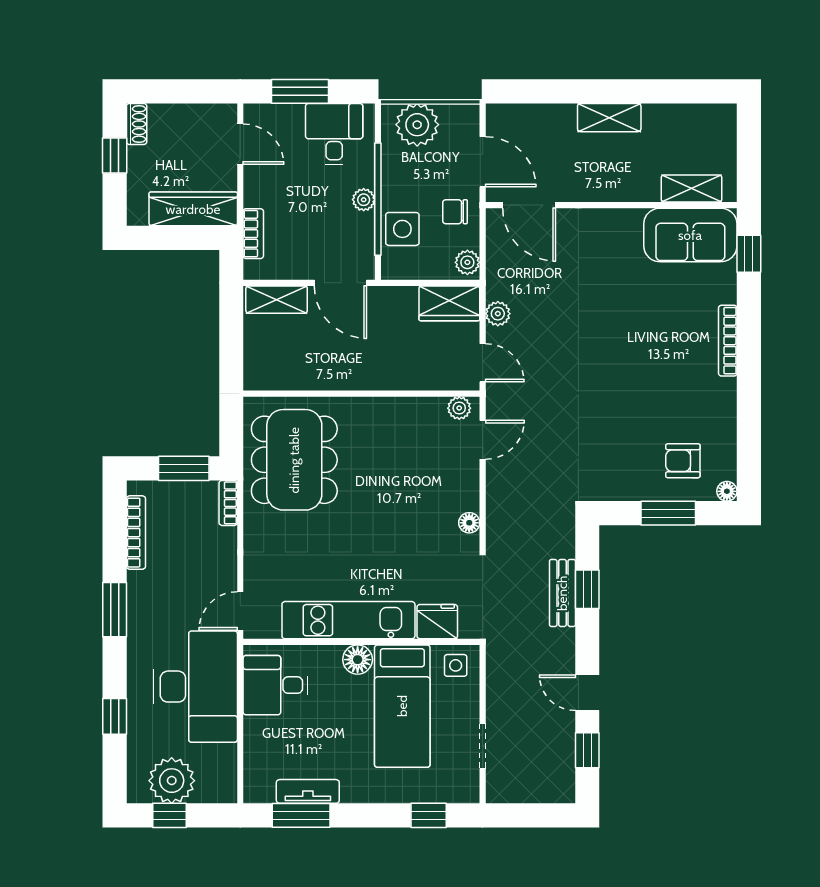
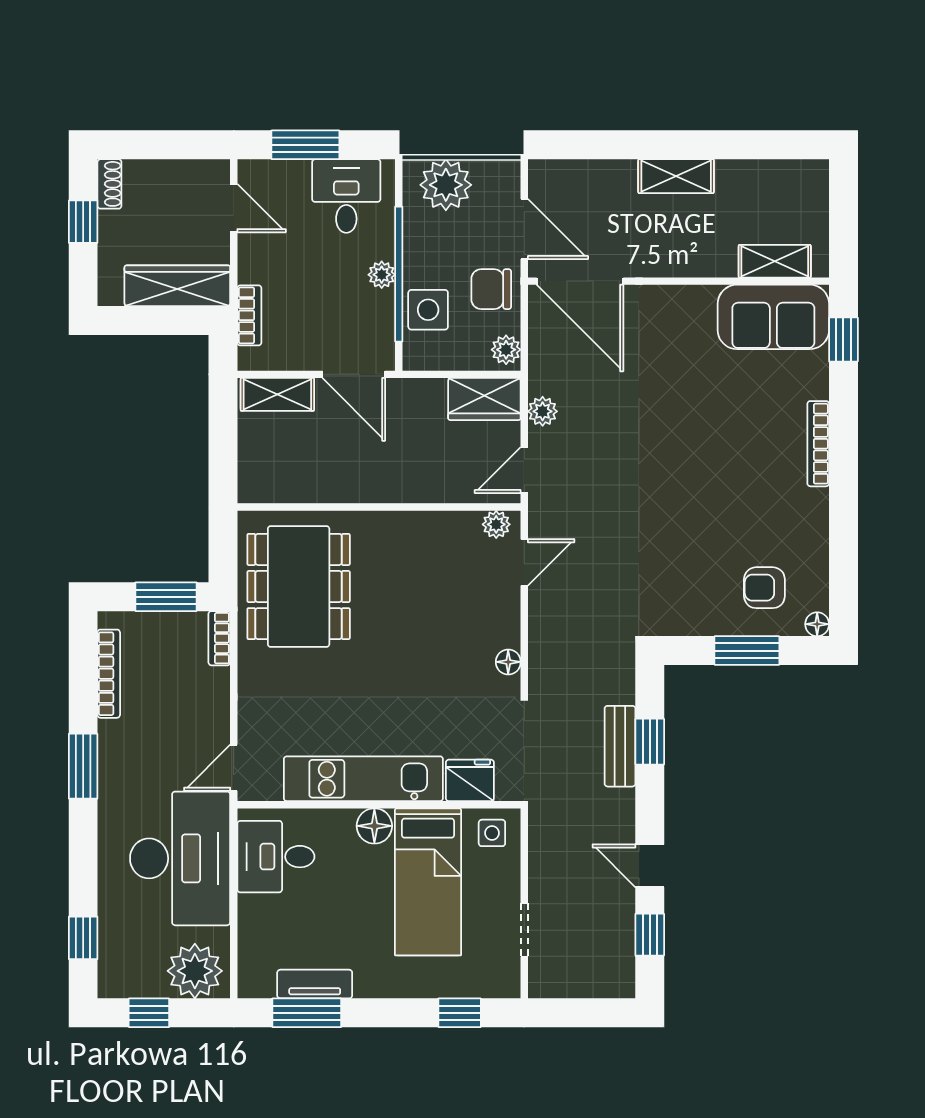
door: (529, 205) -> (580, 281), width x1.36
chair: (455, 212) -> (491, 289), width x1.37, depth x1.37
door: (483, 363) -> (524, 470), swing flipped
window: (115, 716) -> (83, 938), moved
plant: (172, 781) -> (195, 971), moved

